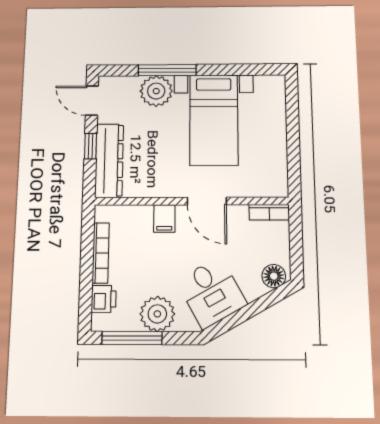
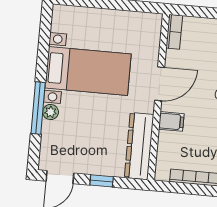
plant: (156, 91) -> (51, 112), width x0.53, depth x0.53
dresser: (109, 161) -> (139, 146), moved, turned -90

